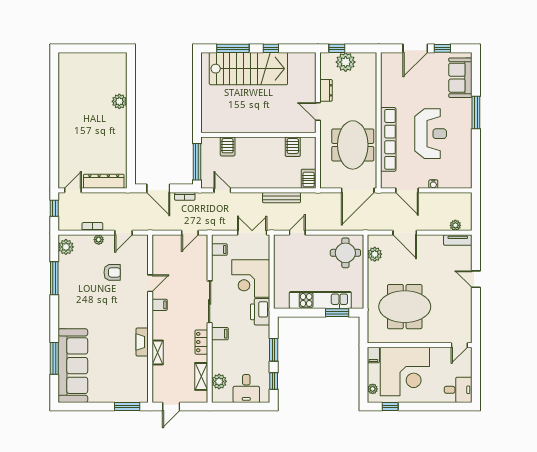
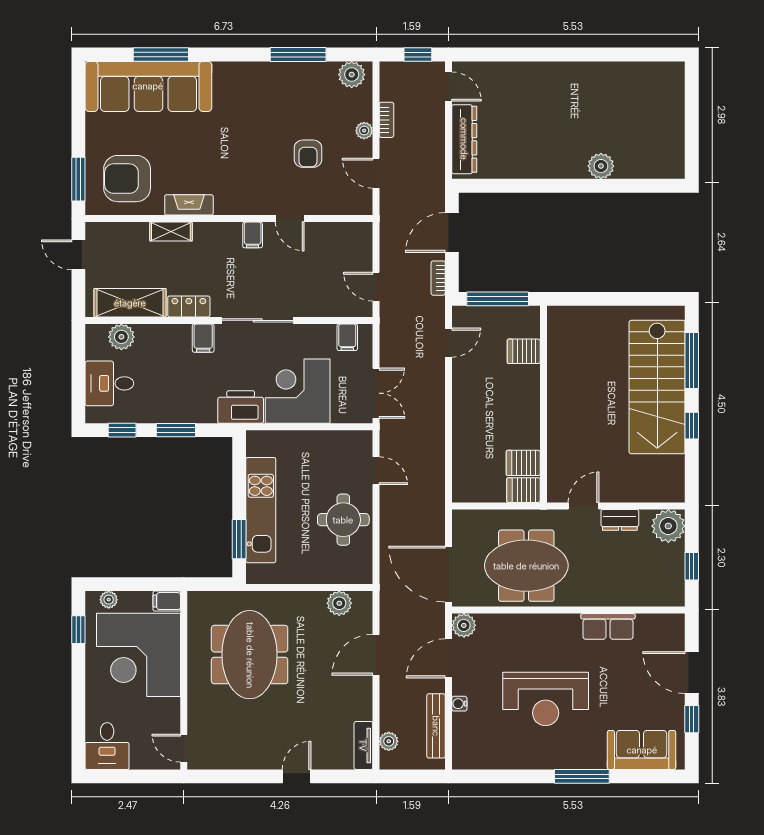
window: (337, 48) -> (692, 566), moved
plant: (346, 62) -> (668, 526), moved
row of seats: (388, 139) -> (608, 626), moved, width x0.50
server rack: (309, 179) -> (523, 490), moved, turned 180
plant: (388, 181) -> (464, 625), added
bench: (282, 198) -> (436, 726), moved
round table: (345, 253) -> (343, 520), moved
shelving: (201, 376) -> (130, 303), width x1.50, depth x1.33
armchair: (127, 378) -> (127, 179), added

